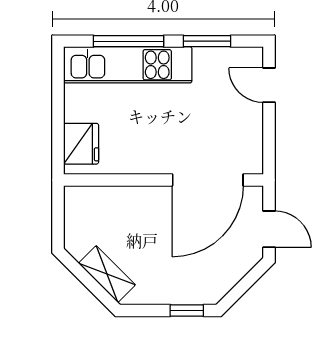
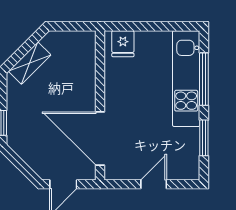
door: (269, 85) -> (154, 184), moved
fridge: (81, 144) -> (123, 44), width x0.72

